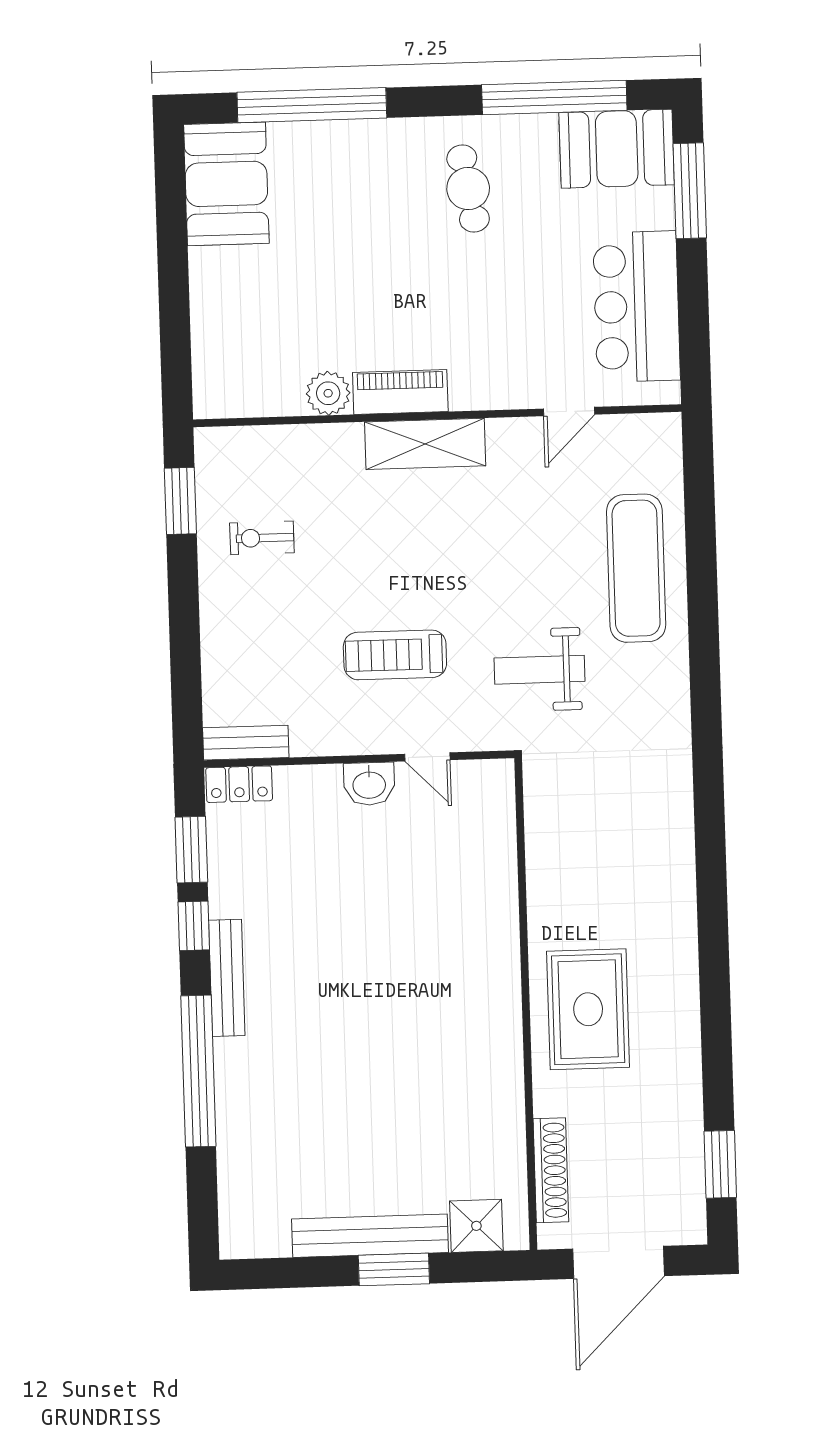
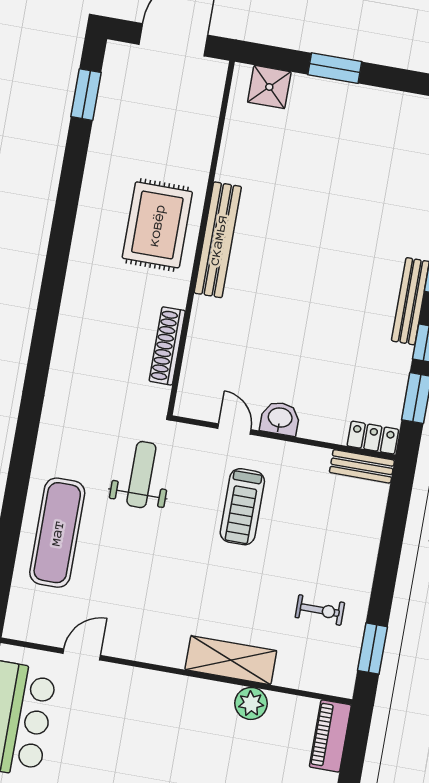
piano: (400, 392) -> (330, 736), moved, turned 90
shelving: (425, 444) -> (231, 660), moved
treadmill: (395, 655) -> (242, 507), turned 90
weight bench: (539, 670) -> (141, 475), turned -90
shoe rack: (551, 1170) -> (167, 346), moved
bench: (370, 1236) -> (218, 240), moved, turned 90

